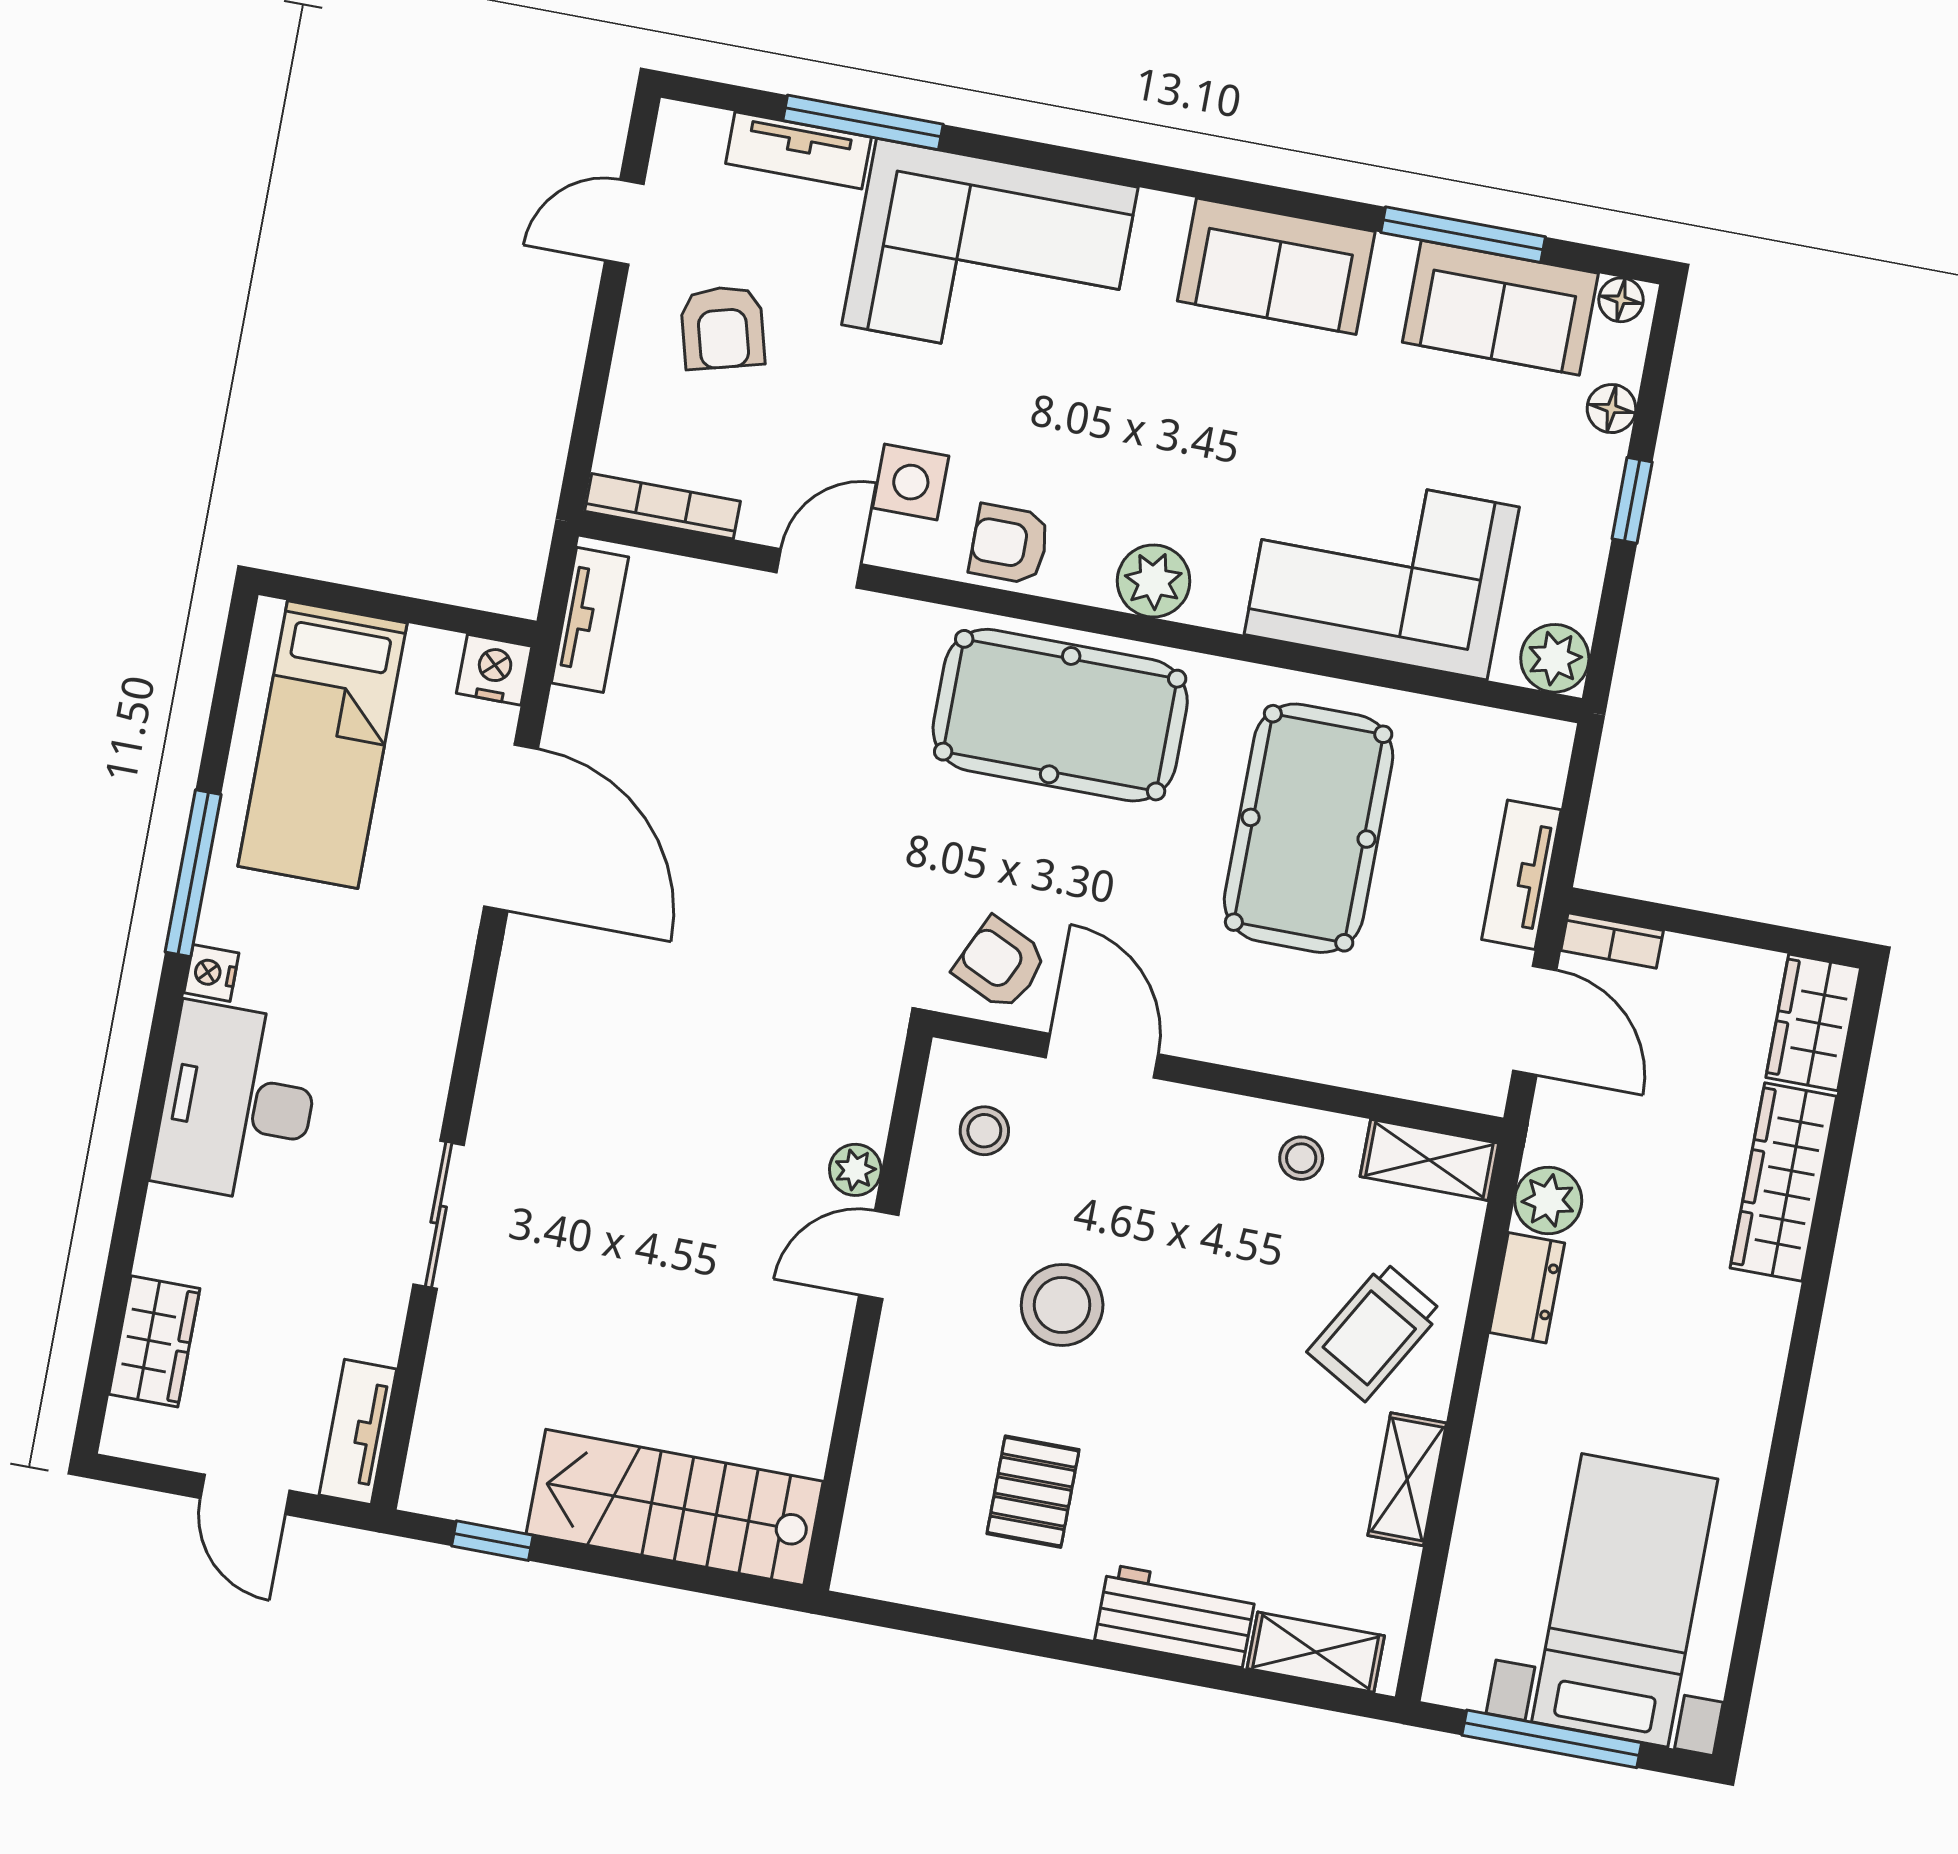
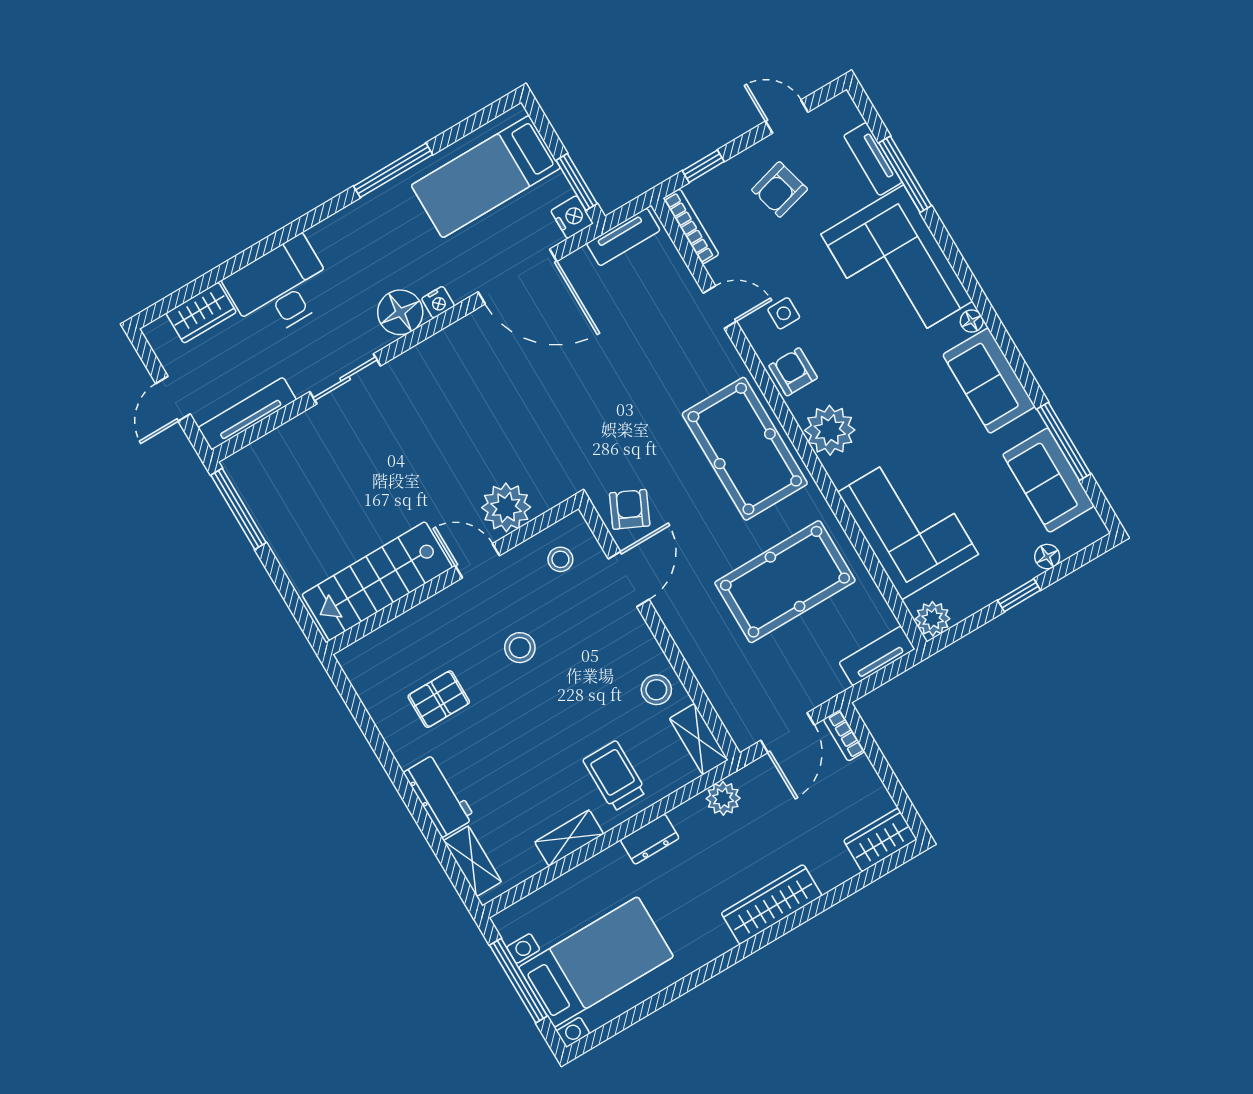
floor lamp: (1621, 300) -> (972, 321), moved
window: (589, 410) -> (703, 166), added
side table: (911, 482) -> (784, 313), width x0.73, depth x0.73
plant: (1154, 581) -> (830, 430), width x1.36, depth x1.36
window: (448, 617) -> (577, 182), added
door: (511, 828) -> (517, 277), hinge flipped
tv unit: (1521, 875) -> (877, 656), moved
nightstand: (211, 973) -> (438, 302), moved, turned 180
floor lamp: (412, 1047) -> (400, 312), added
desk: (238, 1103) -> (280, 288), moved
stool: (1301, 1158) -> (656, 690), width x1.37, depth x1.37
plant: (855, 1170) -> (506, 507), width x1.87, depth x1.87
wardrobe: (1783, 1182) -> (772, 904), moved
dresser: (1527, 1288) -> (650, 839), moved
stool: (1062, 1305) -> (520, 648), width x0.73, depth x0.73
trolley: (1375, 1332) -> (615, 776), turned 60
tv unit: (358, 1432) -> (247, 414), width x1.41
stairs: (675, 1507) -> (377, 581), moved, turned -90
window: (492, 1541) -> (238, 509), width x2.17

